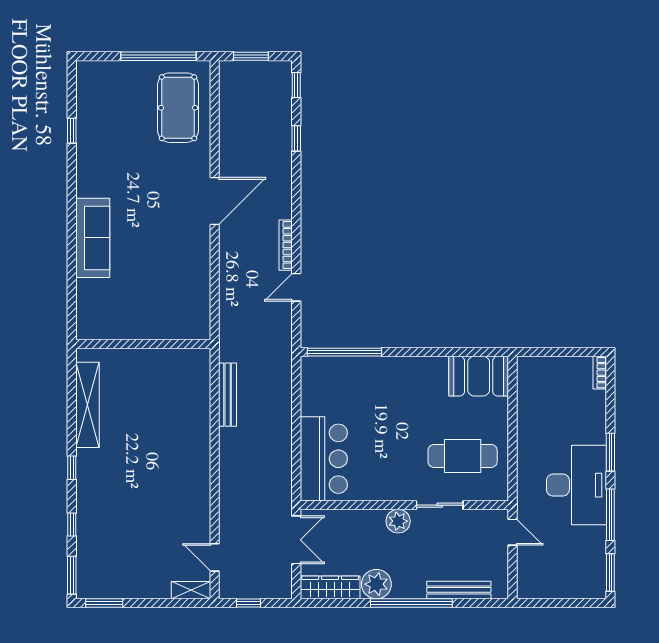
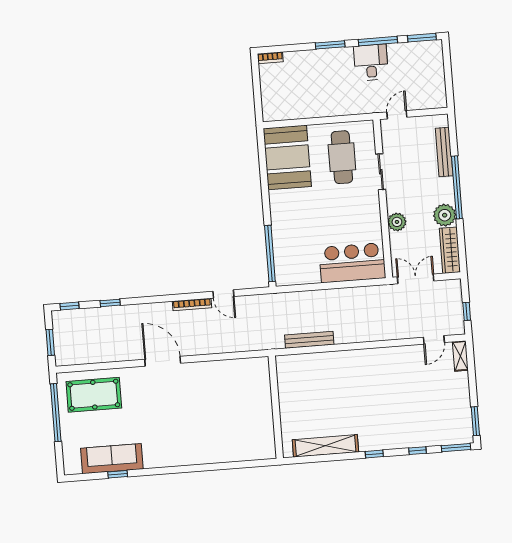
sofa: (93, 238) -> (112, 459), moved
booth: (479, 376) -> (287, 157), width x1.36, depth x1.42
desk: (576, 485) -> (371, 62), width x0.53, depth x0.77
plant: (398, 521) -> (397, 222), moved

